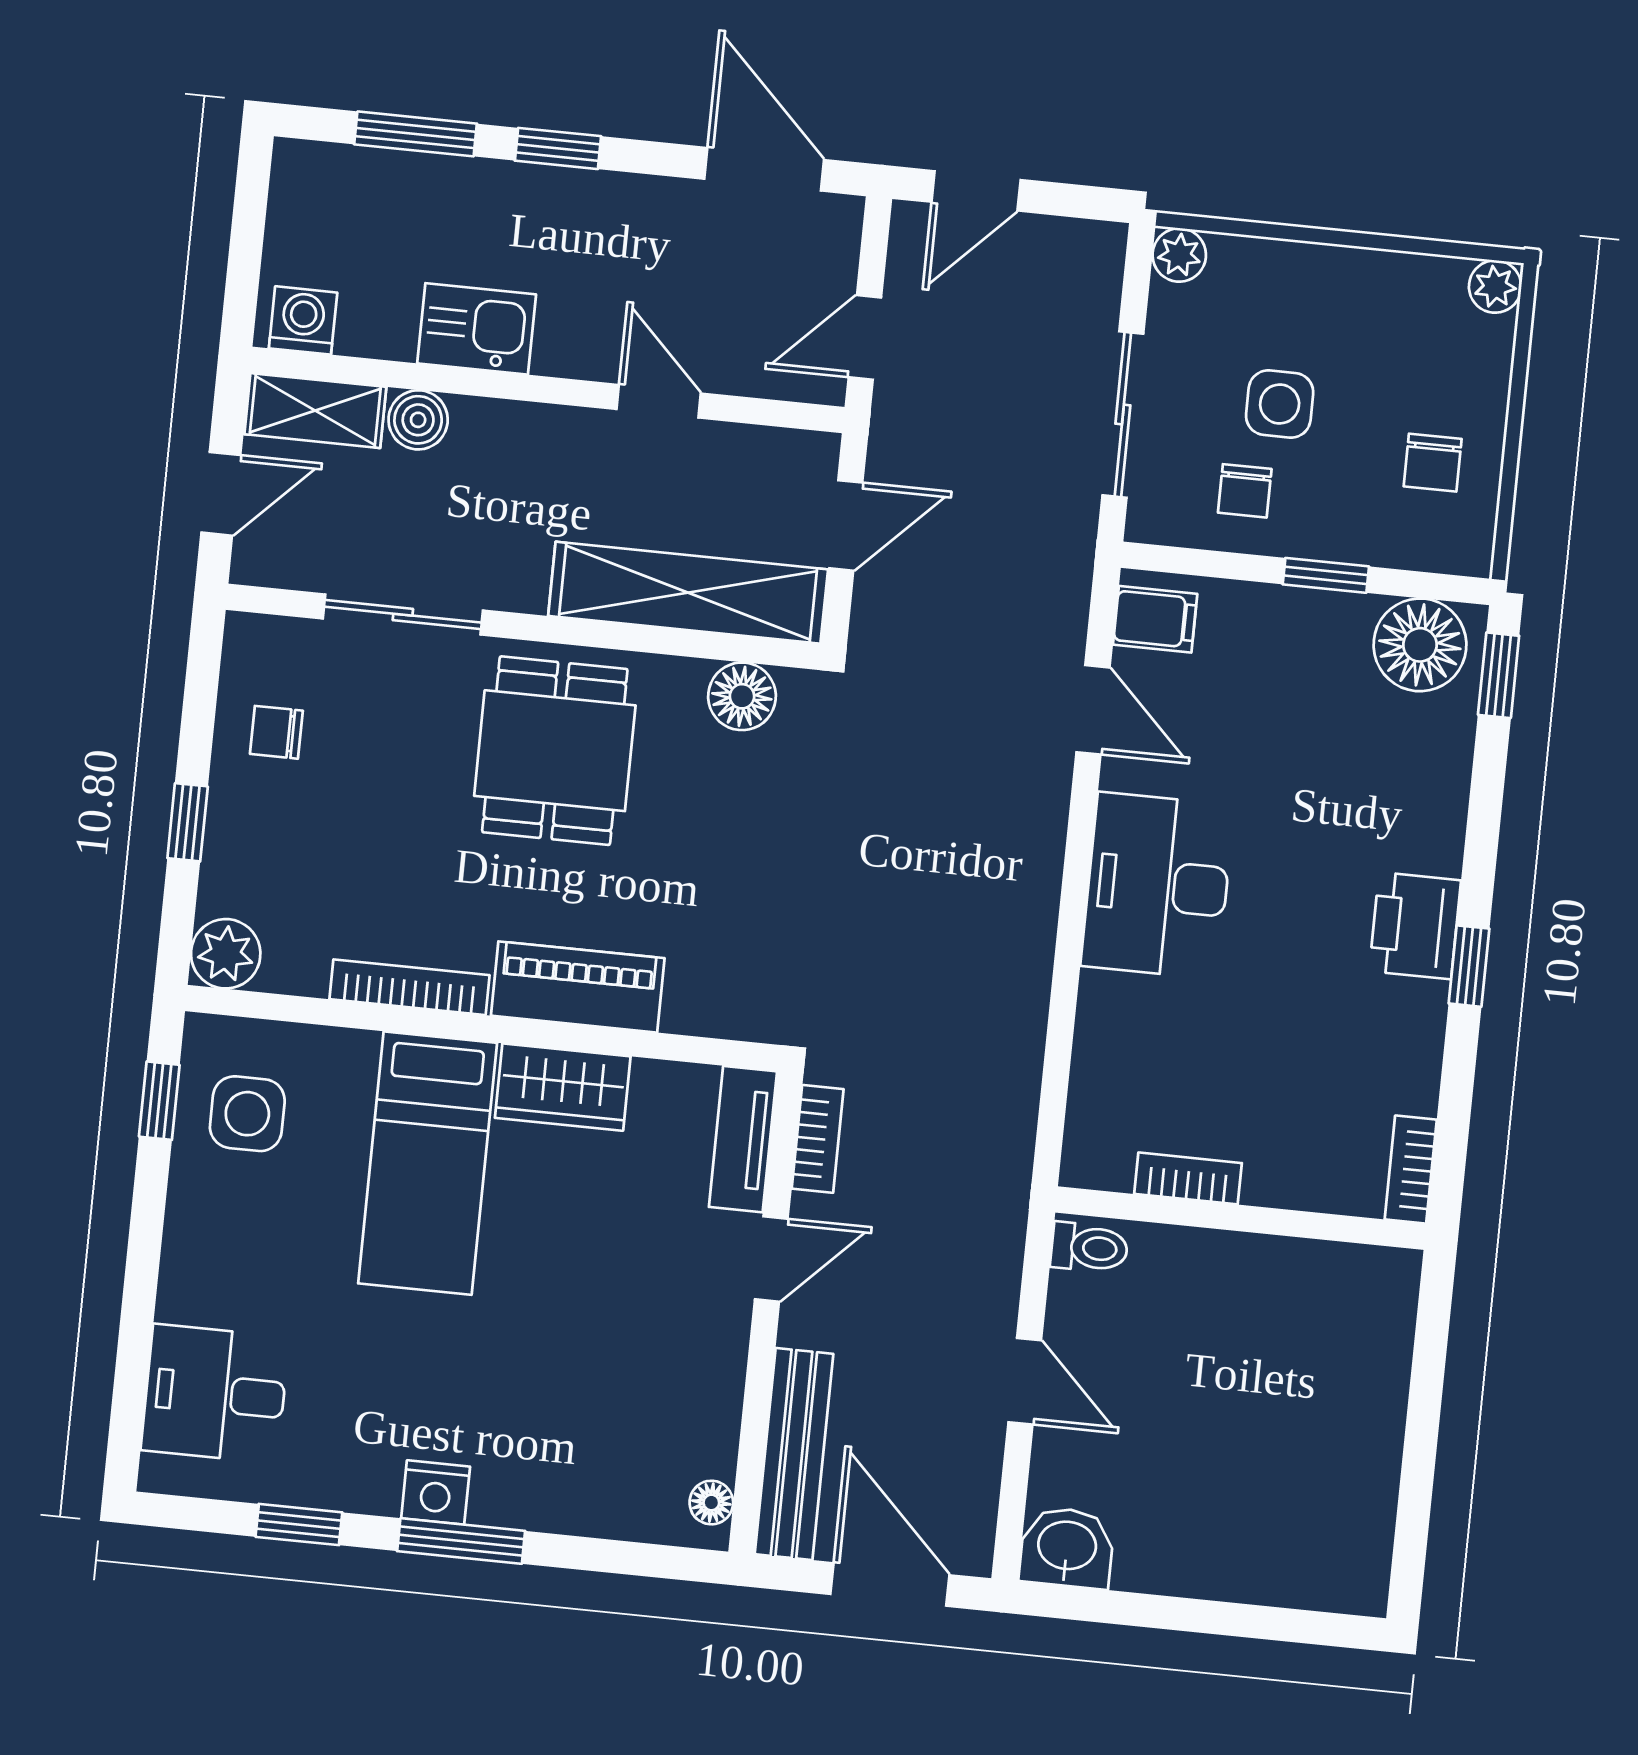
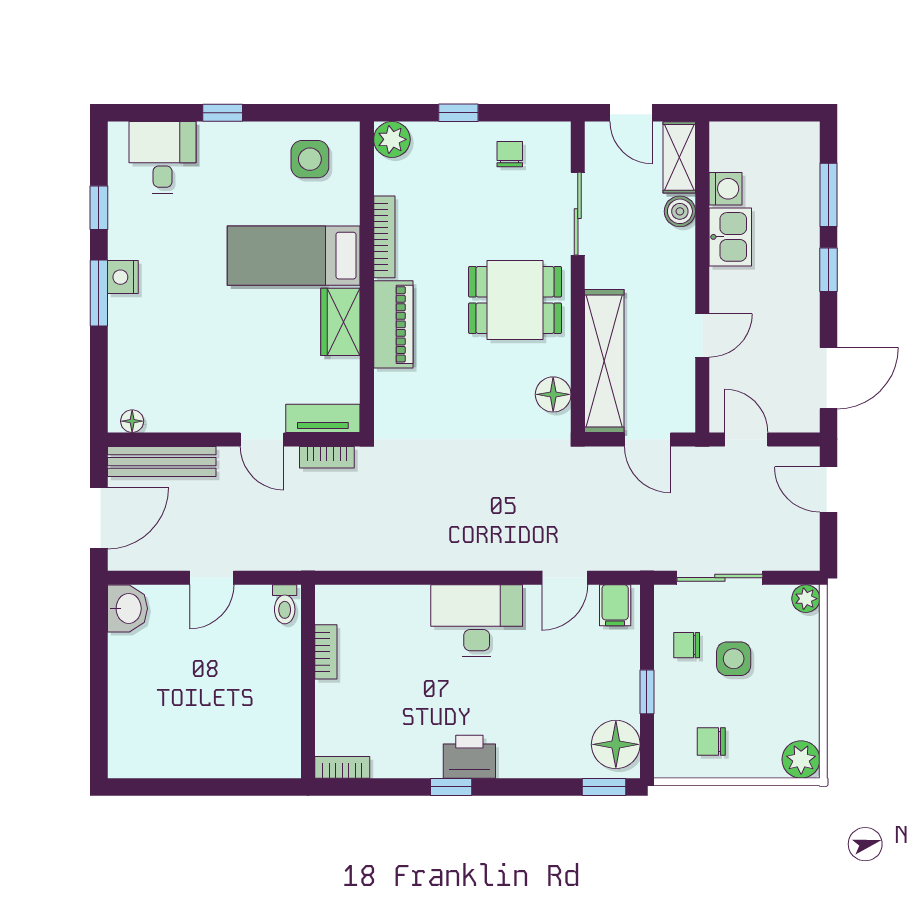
plant: (1495, 287) -> (801, 759), width x1.38, depth x1.38
washing machine: (303, 320) -> (726, 189), moved
window: (159, 1101) -> (223, 113), moved

